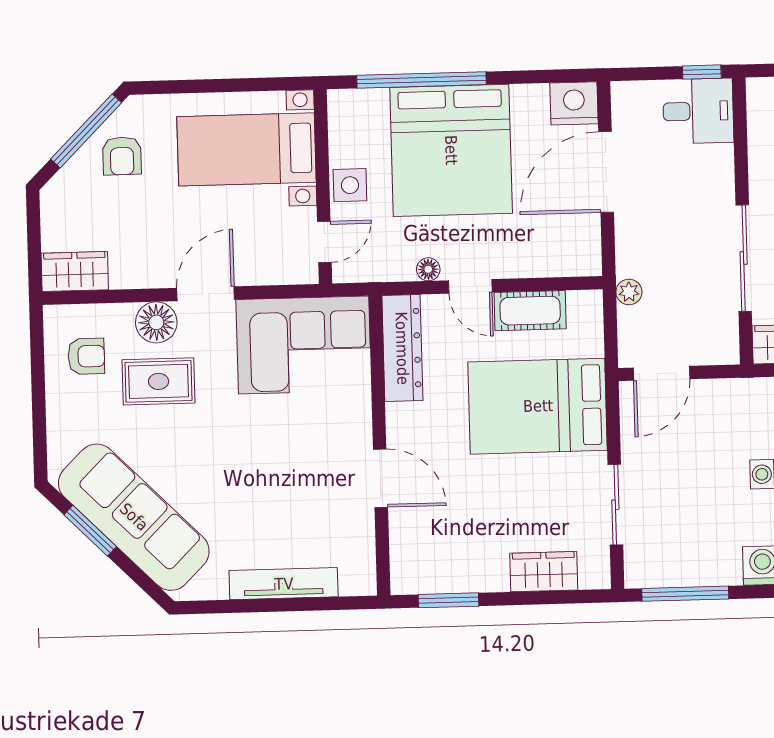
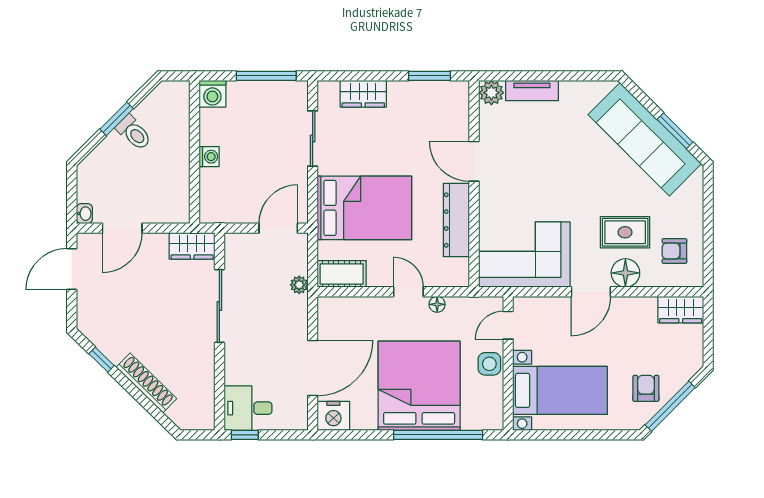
cot: (530, 311) -> (342, 274), moved
dresser: (402, 348) -> (456, 220), moved
plant: (358, 578) -> (491, 93), added
tv unit: (284, 584) -> (532, 90), width x0.71

